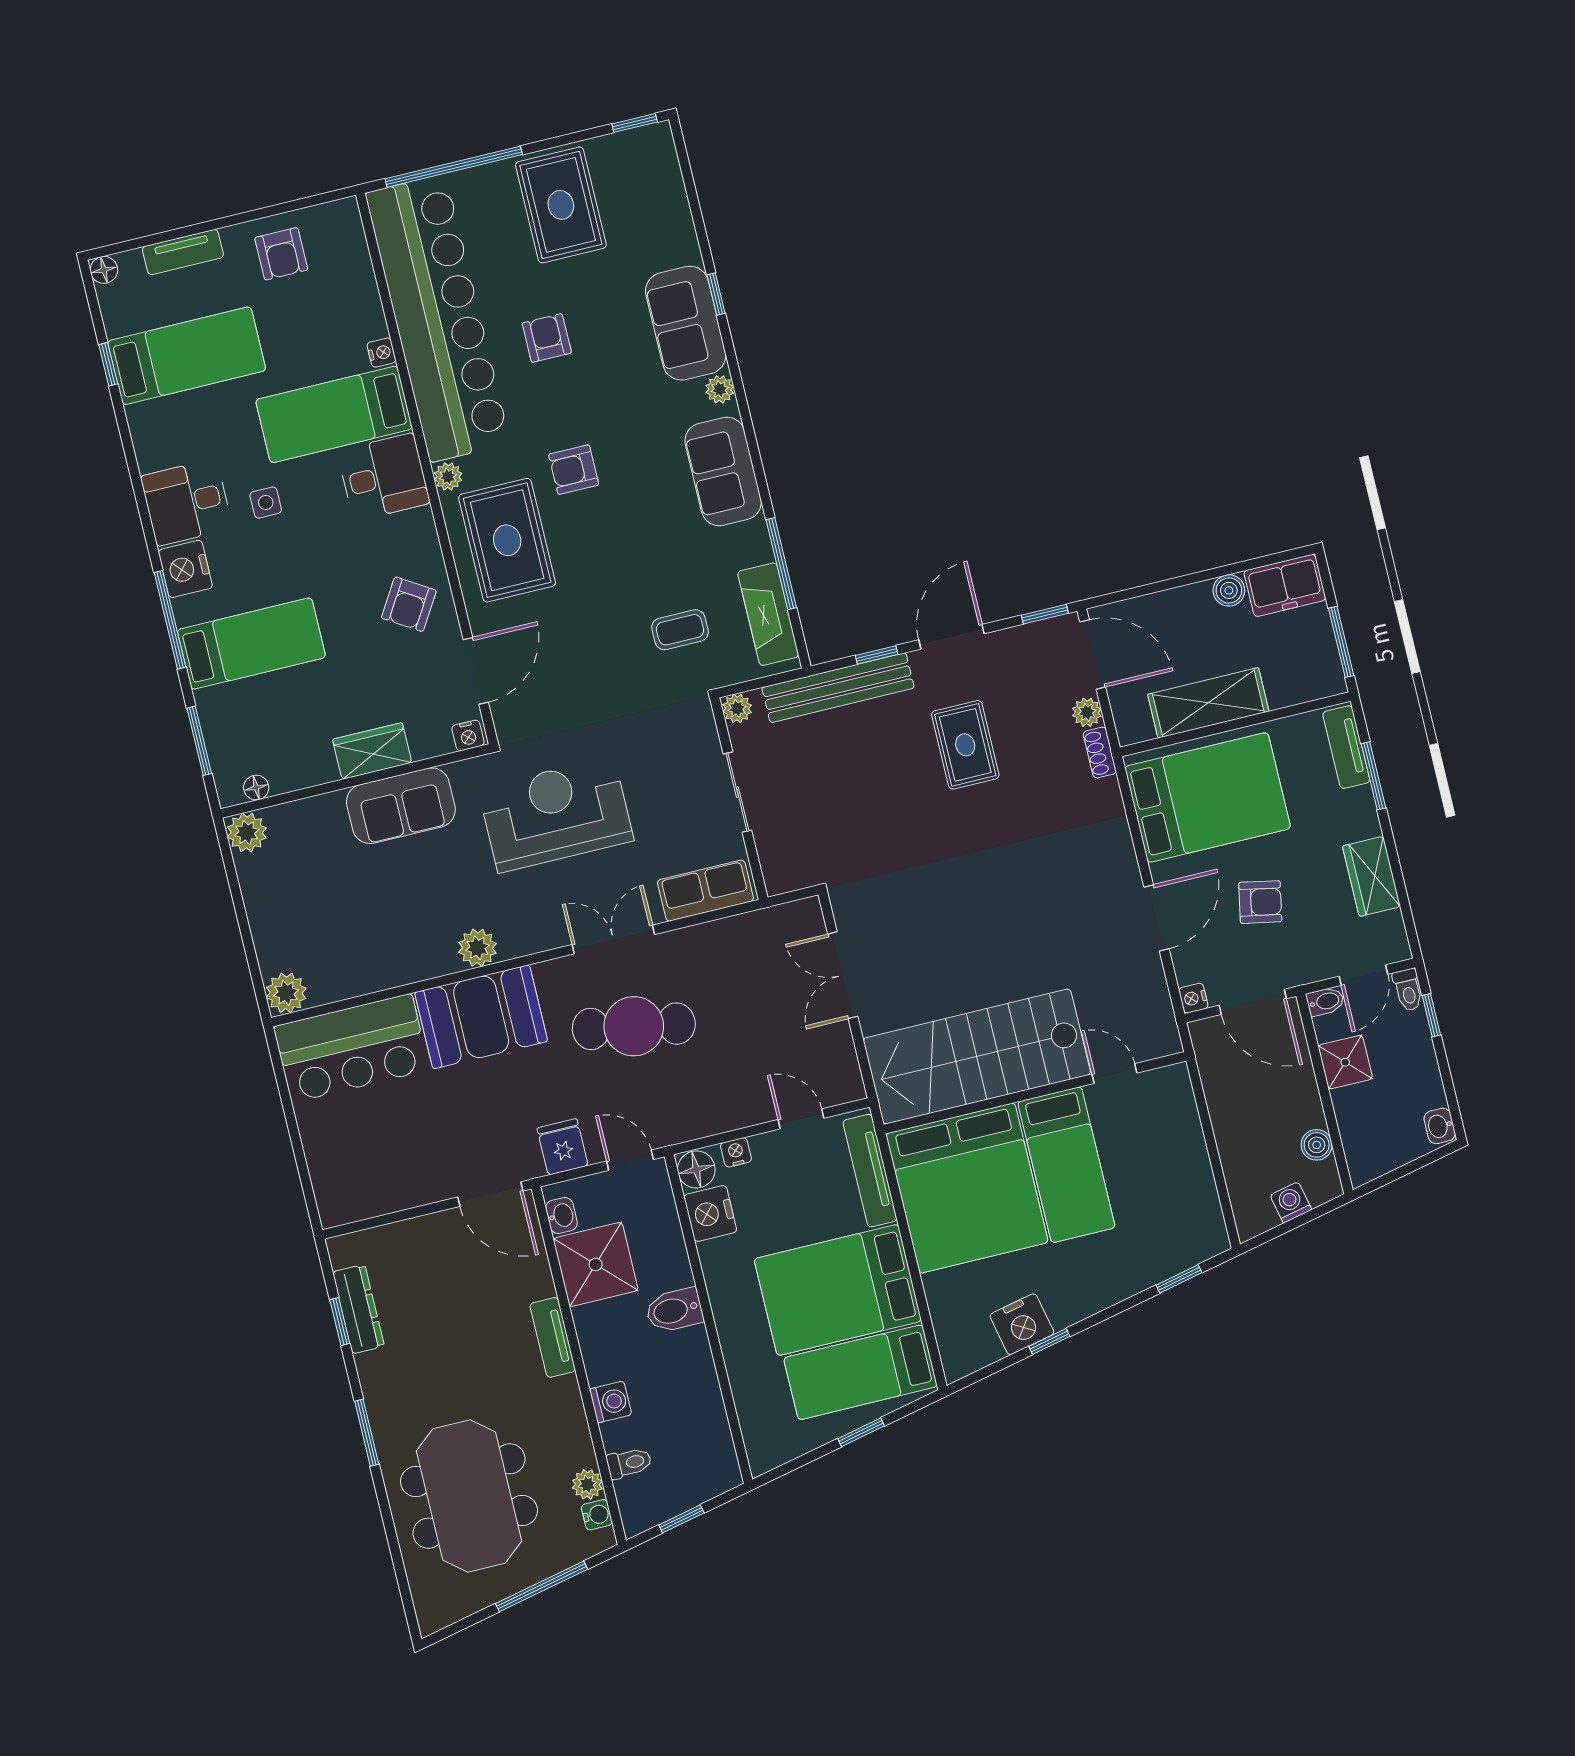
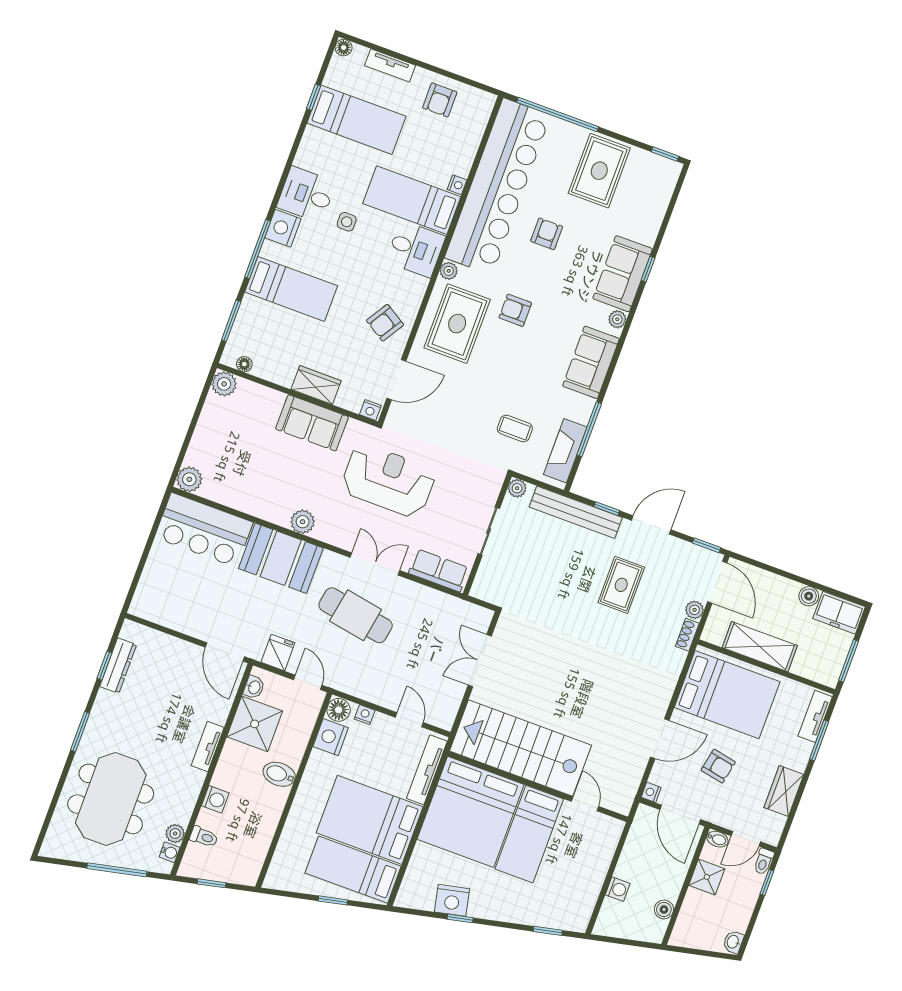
washing machine: (1291, 1202) -> (618, 889), moved, turned 102

